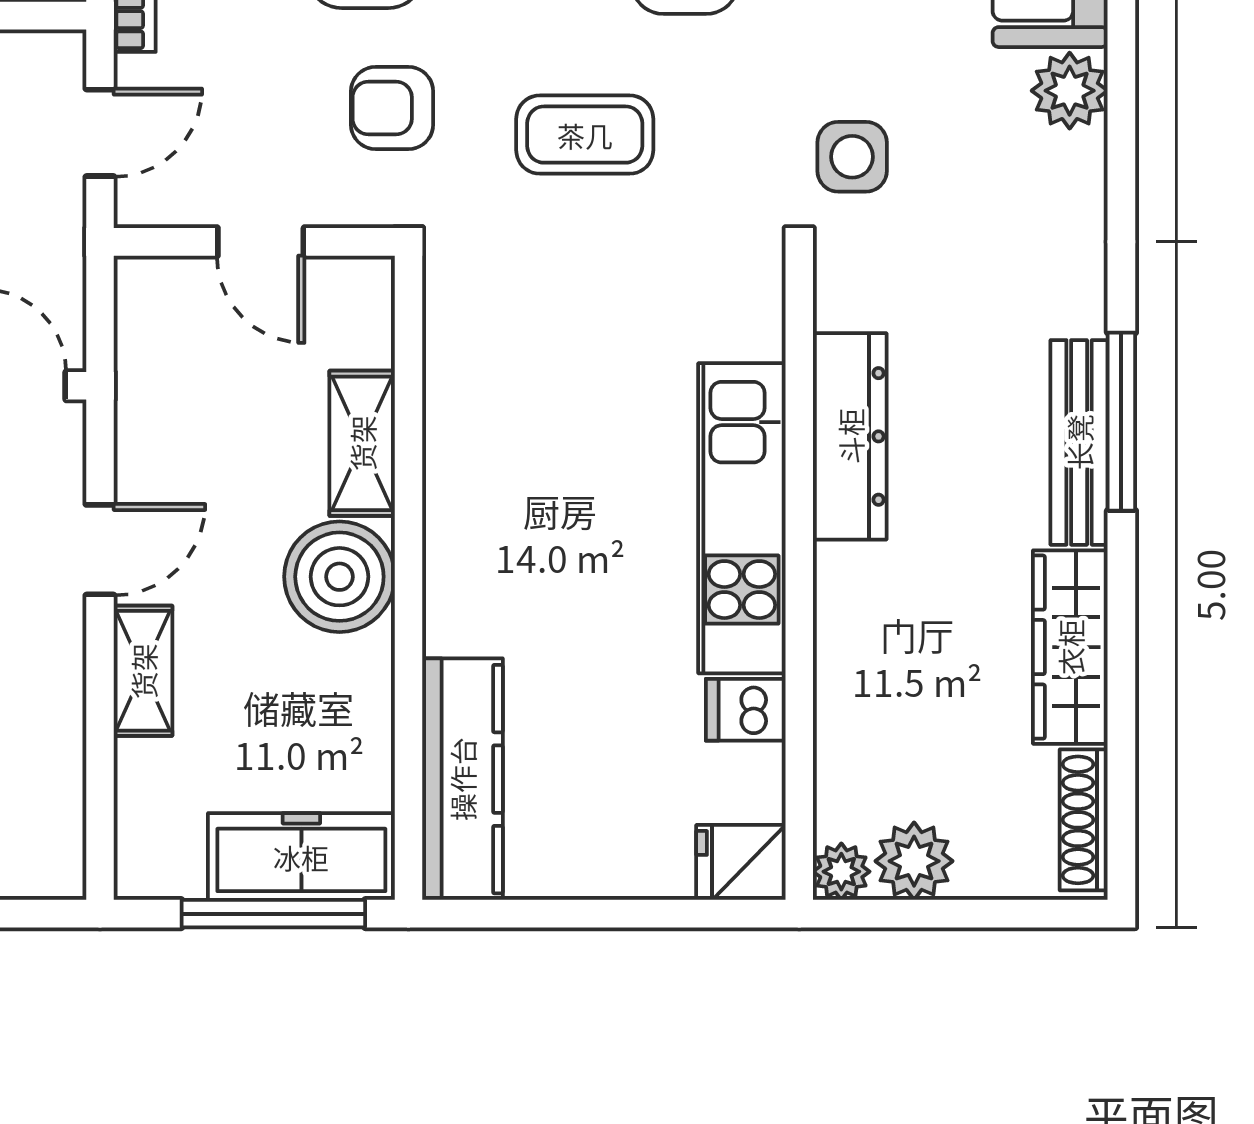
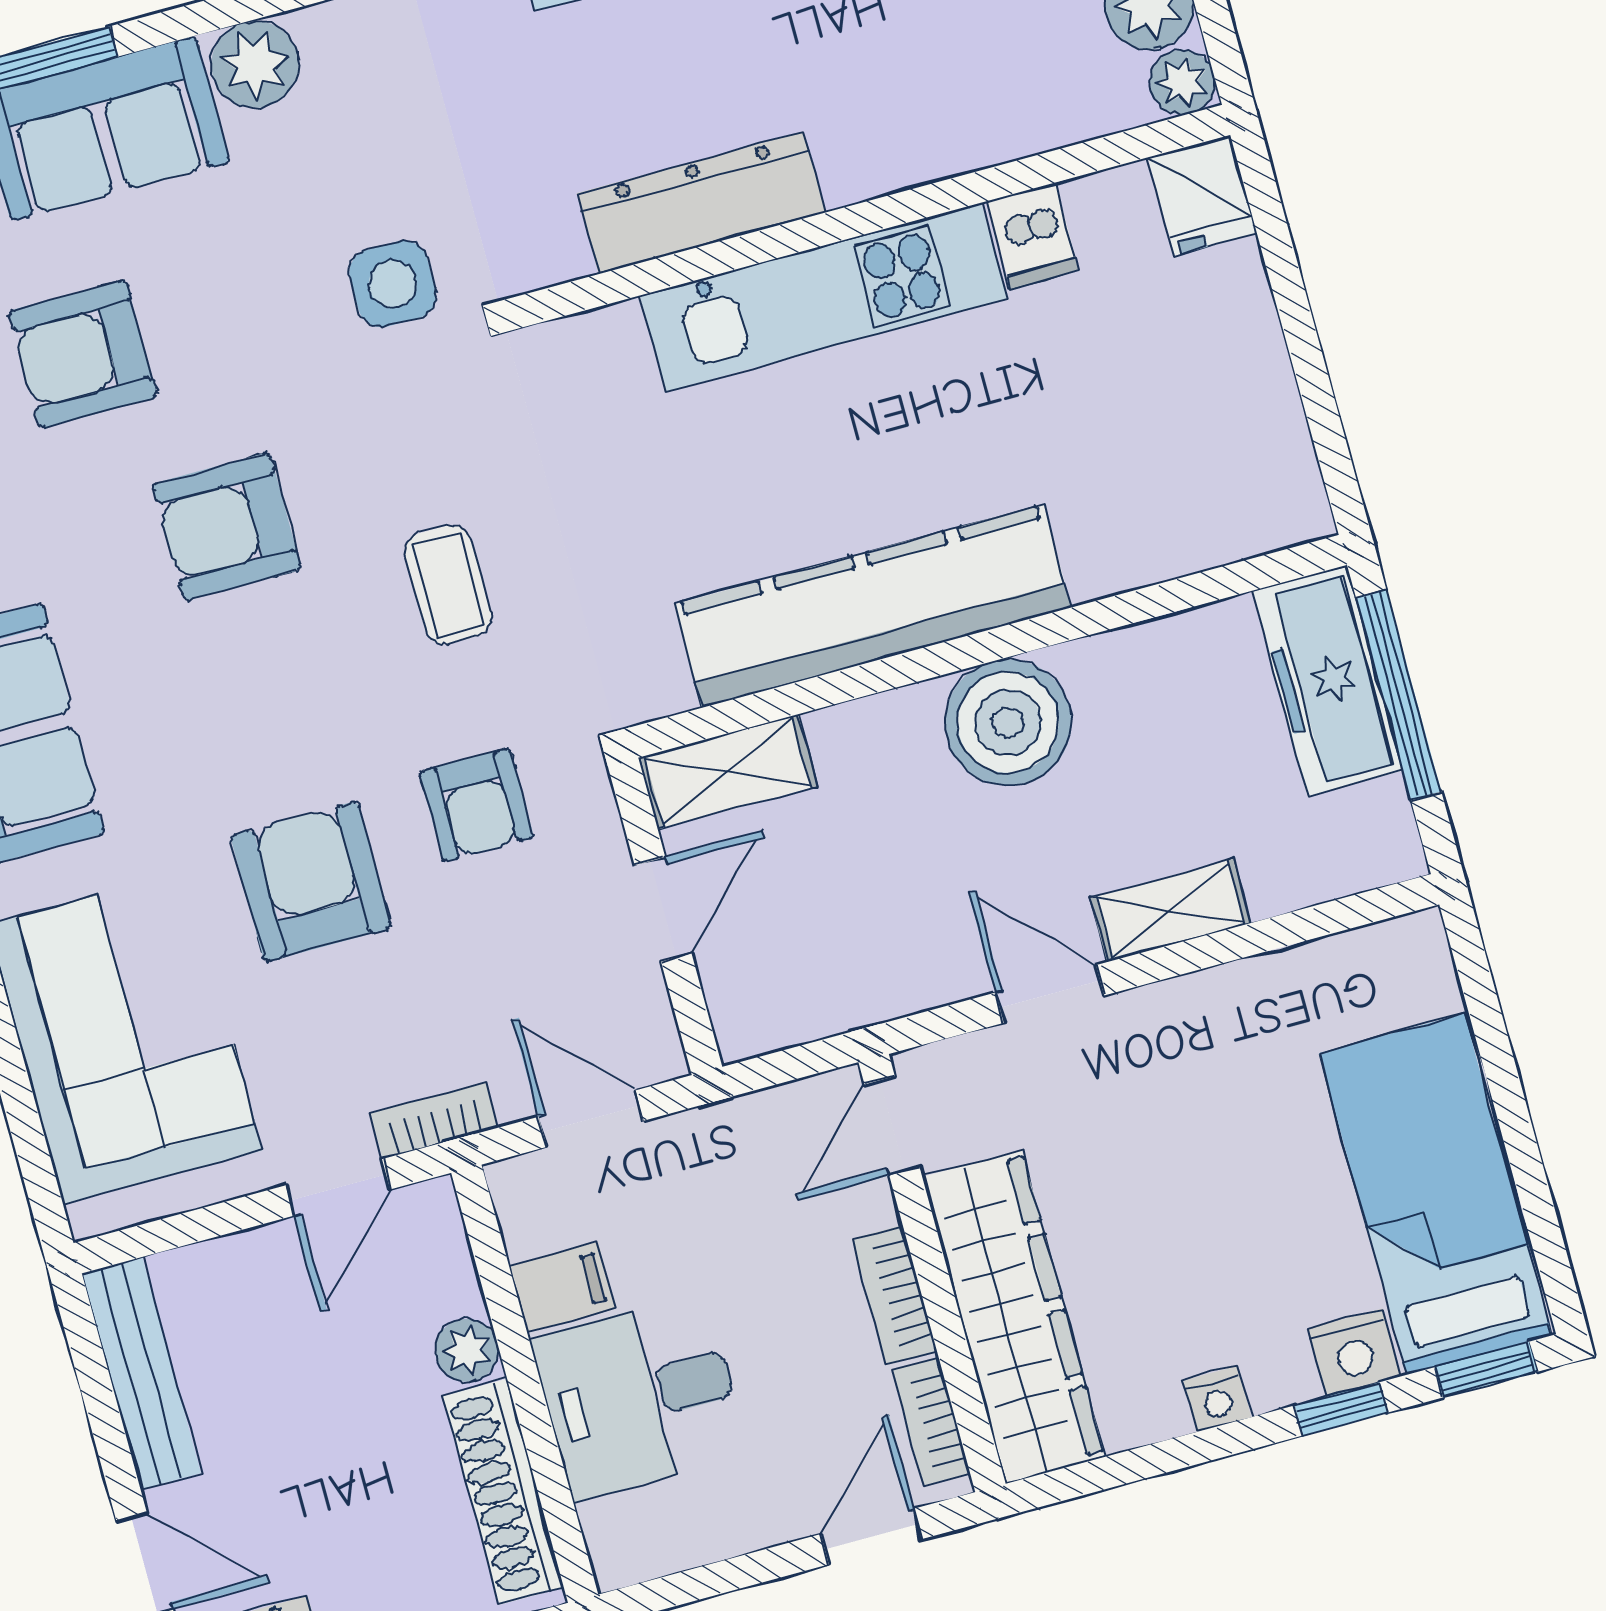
coffee table: (585, 135) -> (448, 585), width x0.73, depth x0.77
shelving: (362, 443) -> (728, 772), moved
kitchen counter: (462, 779) -> (873, 606), moved, width x1.39, depth x1.17

